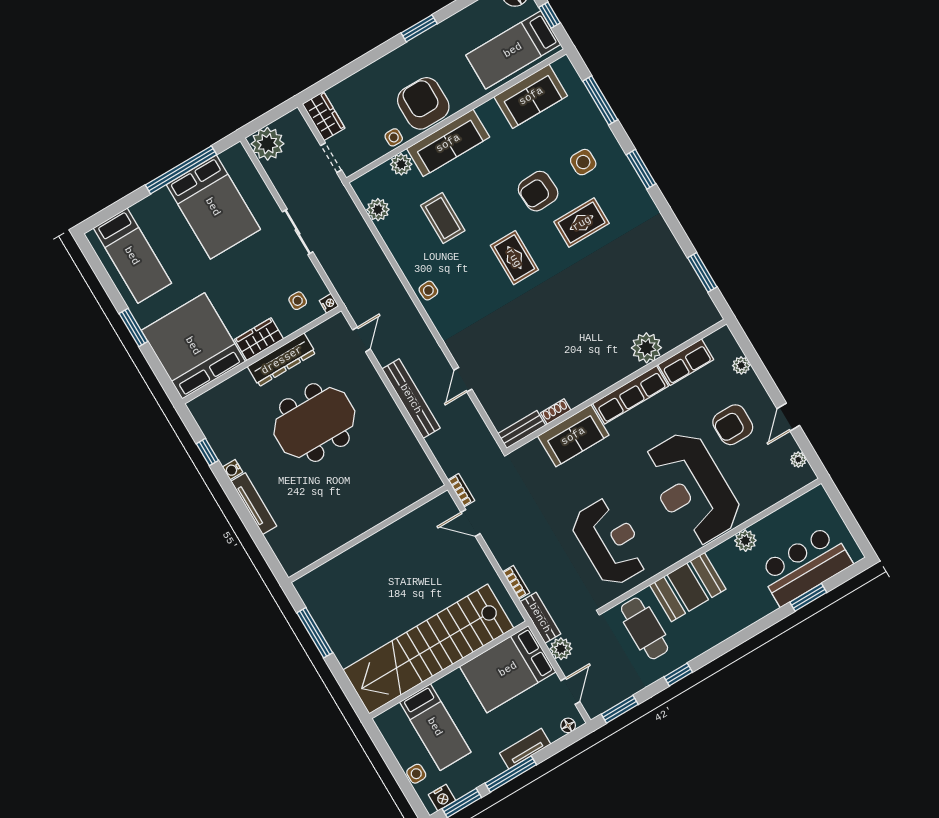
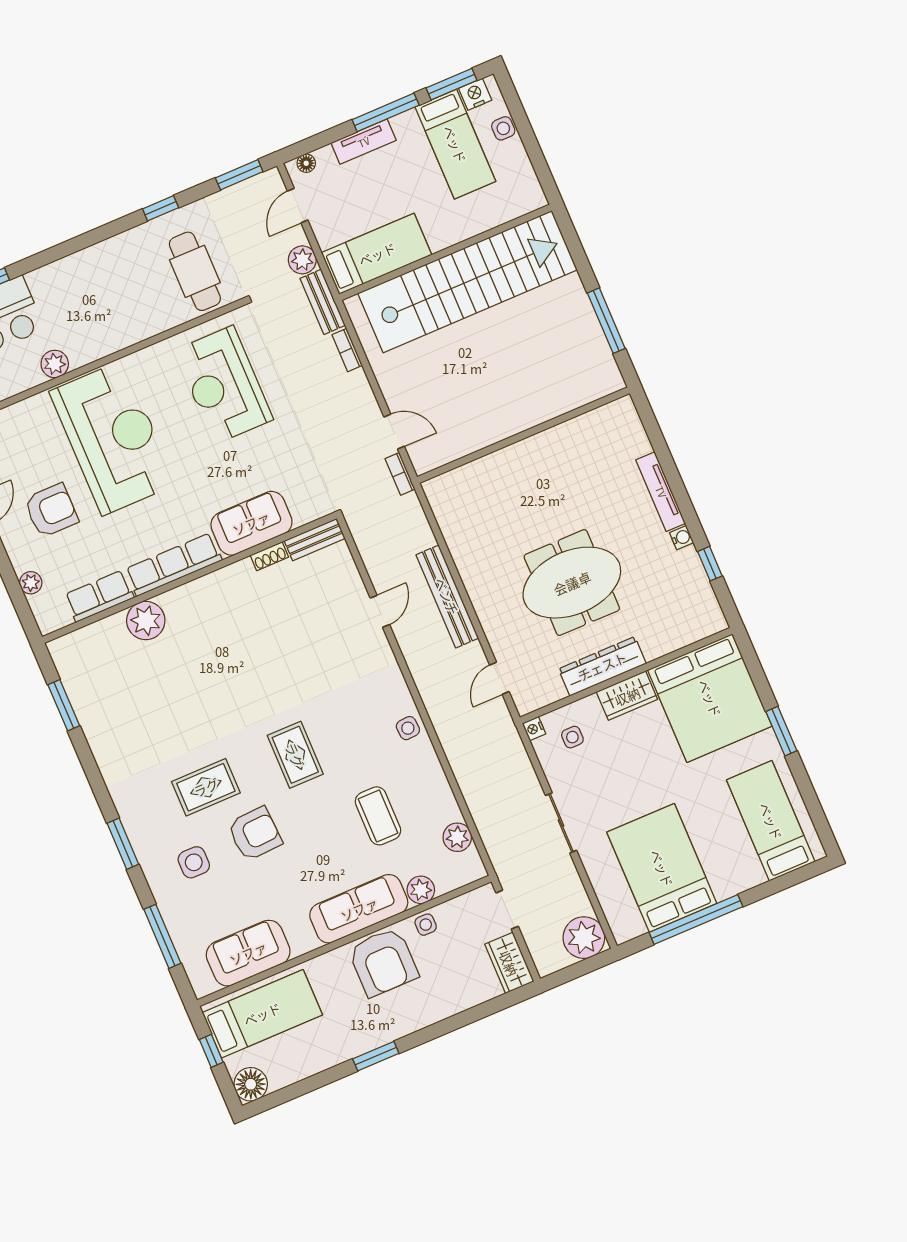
booth: (688, 587) -> (134, 316), removed
bed: (508, 669) -> (377, 254), width x0.67
bed: (435, 727) -> (455, 144), moved, turned 180

